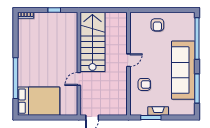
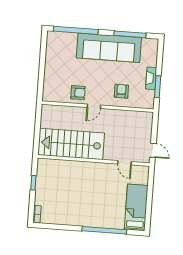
armchair: (157, 25) -> (78, 93), moved
door: (128, 60) -> (94, 106), swing flipped
door: (79, 79) -> (125, 163), moved
bed: (39, 101) -> (136, 207), width x0.67

